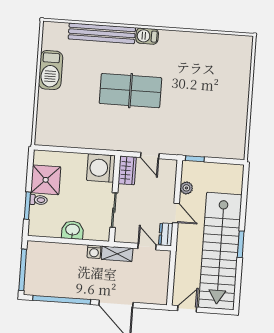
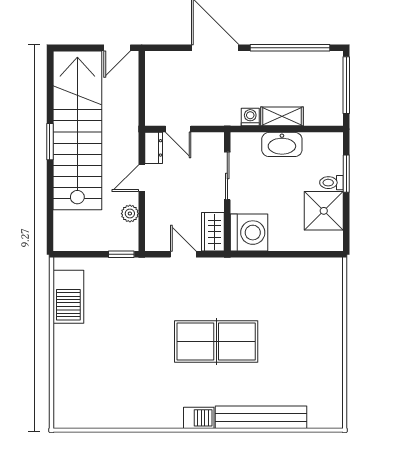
barbecue: (51, 70) -> (68, 297), moved, turned 180
door: (176, 213) -> (142, 178), hinge flipped
washbasin: (72, 230) -> (282, 144), width x1.38
shelving: (117, 254) -> (282, 116), moved

